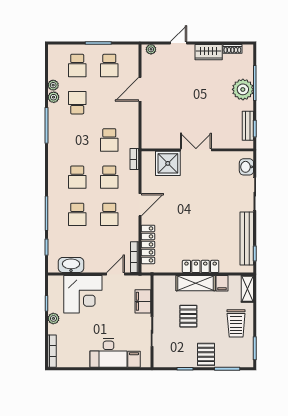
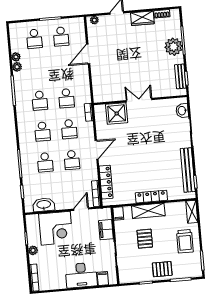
school desk: (77, 103) -> (40, 101), moved, turned 180
filing cabinet: (222, 283) -> (118, 213), moved
pallet: (206, 354) -> (162, 269), turned 90

